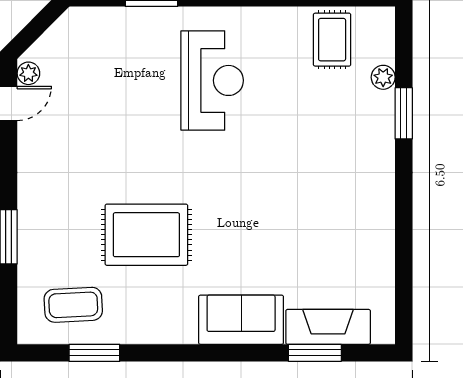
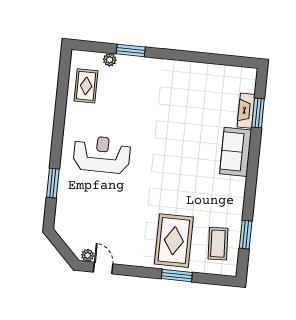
rug: (332, 40) -> (86, 86), turned 90
rug: (146, 235) -> (174, 241), moved
fireplace: (328, 327) -> (246, 111), width x0.73, depth x0.76

